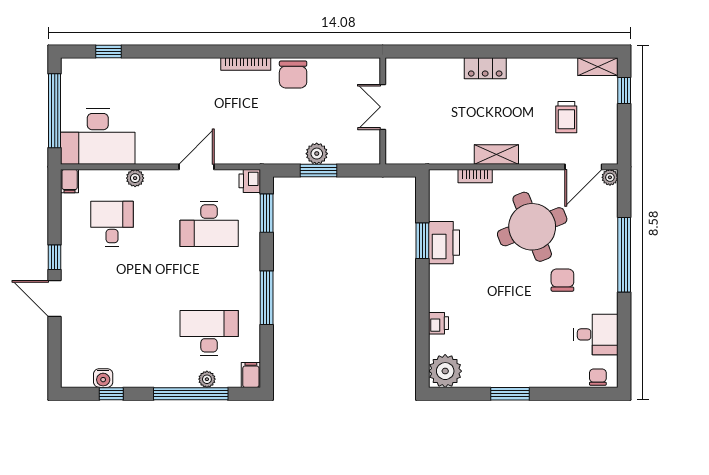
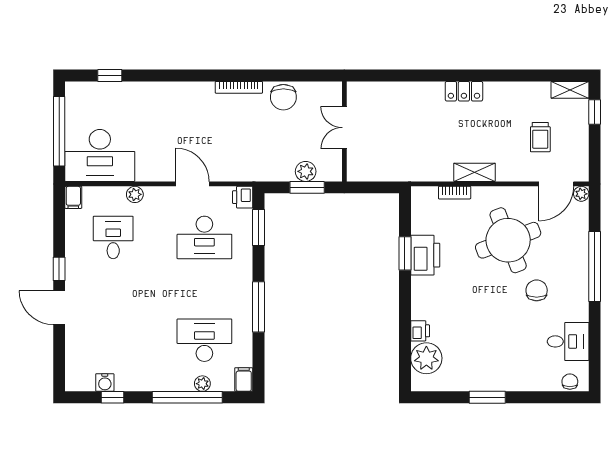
double door: (383, 107) -> (344, 128), moved
wall: (383, 111) -> (344, 131), moved
door: (196, 167) -> (193, 184), hinge flipped
plant: (445, 371) -> (426, 358), moved

